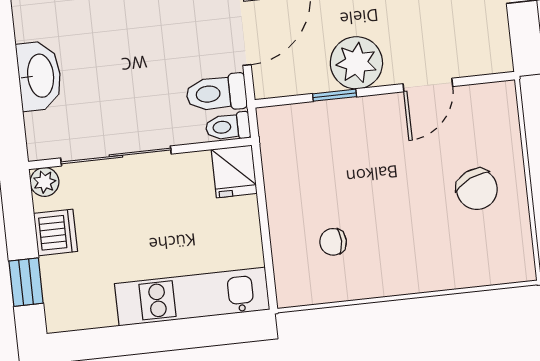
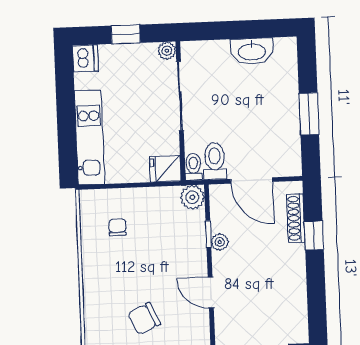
plant: (356, 63) -> (220, 242), width x0.53, depth x0.53
washbasin: (39, 76) -> (252, 51), moved
plant: (277, 125) -> (192, 197), added
dishwasher: (56, 232) -> (85, 58), moved, turned -90
window: (26, 282) -> (126, 34), moved

